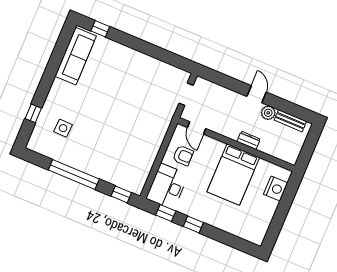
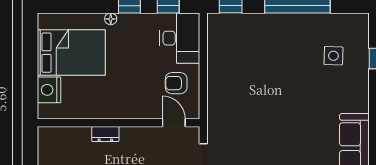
bed: (233, 175) -> (71, 53), moved, turned 90
floor lamp: (211, 221) -> (111, 19), added

